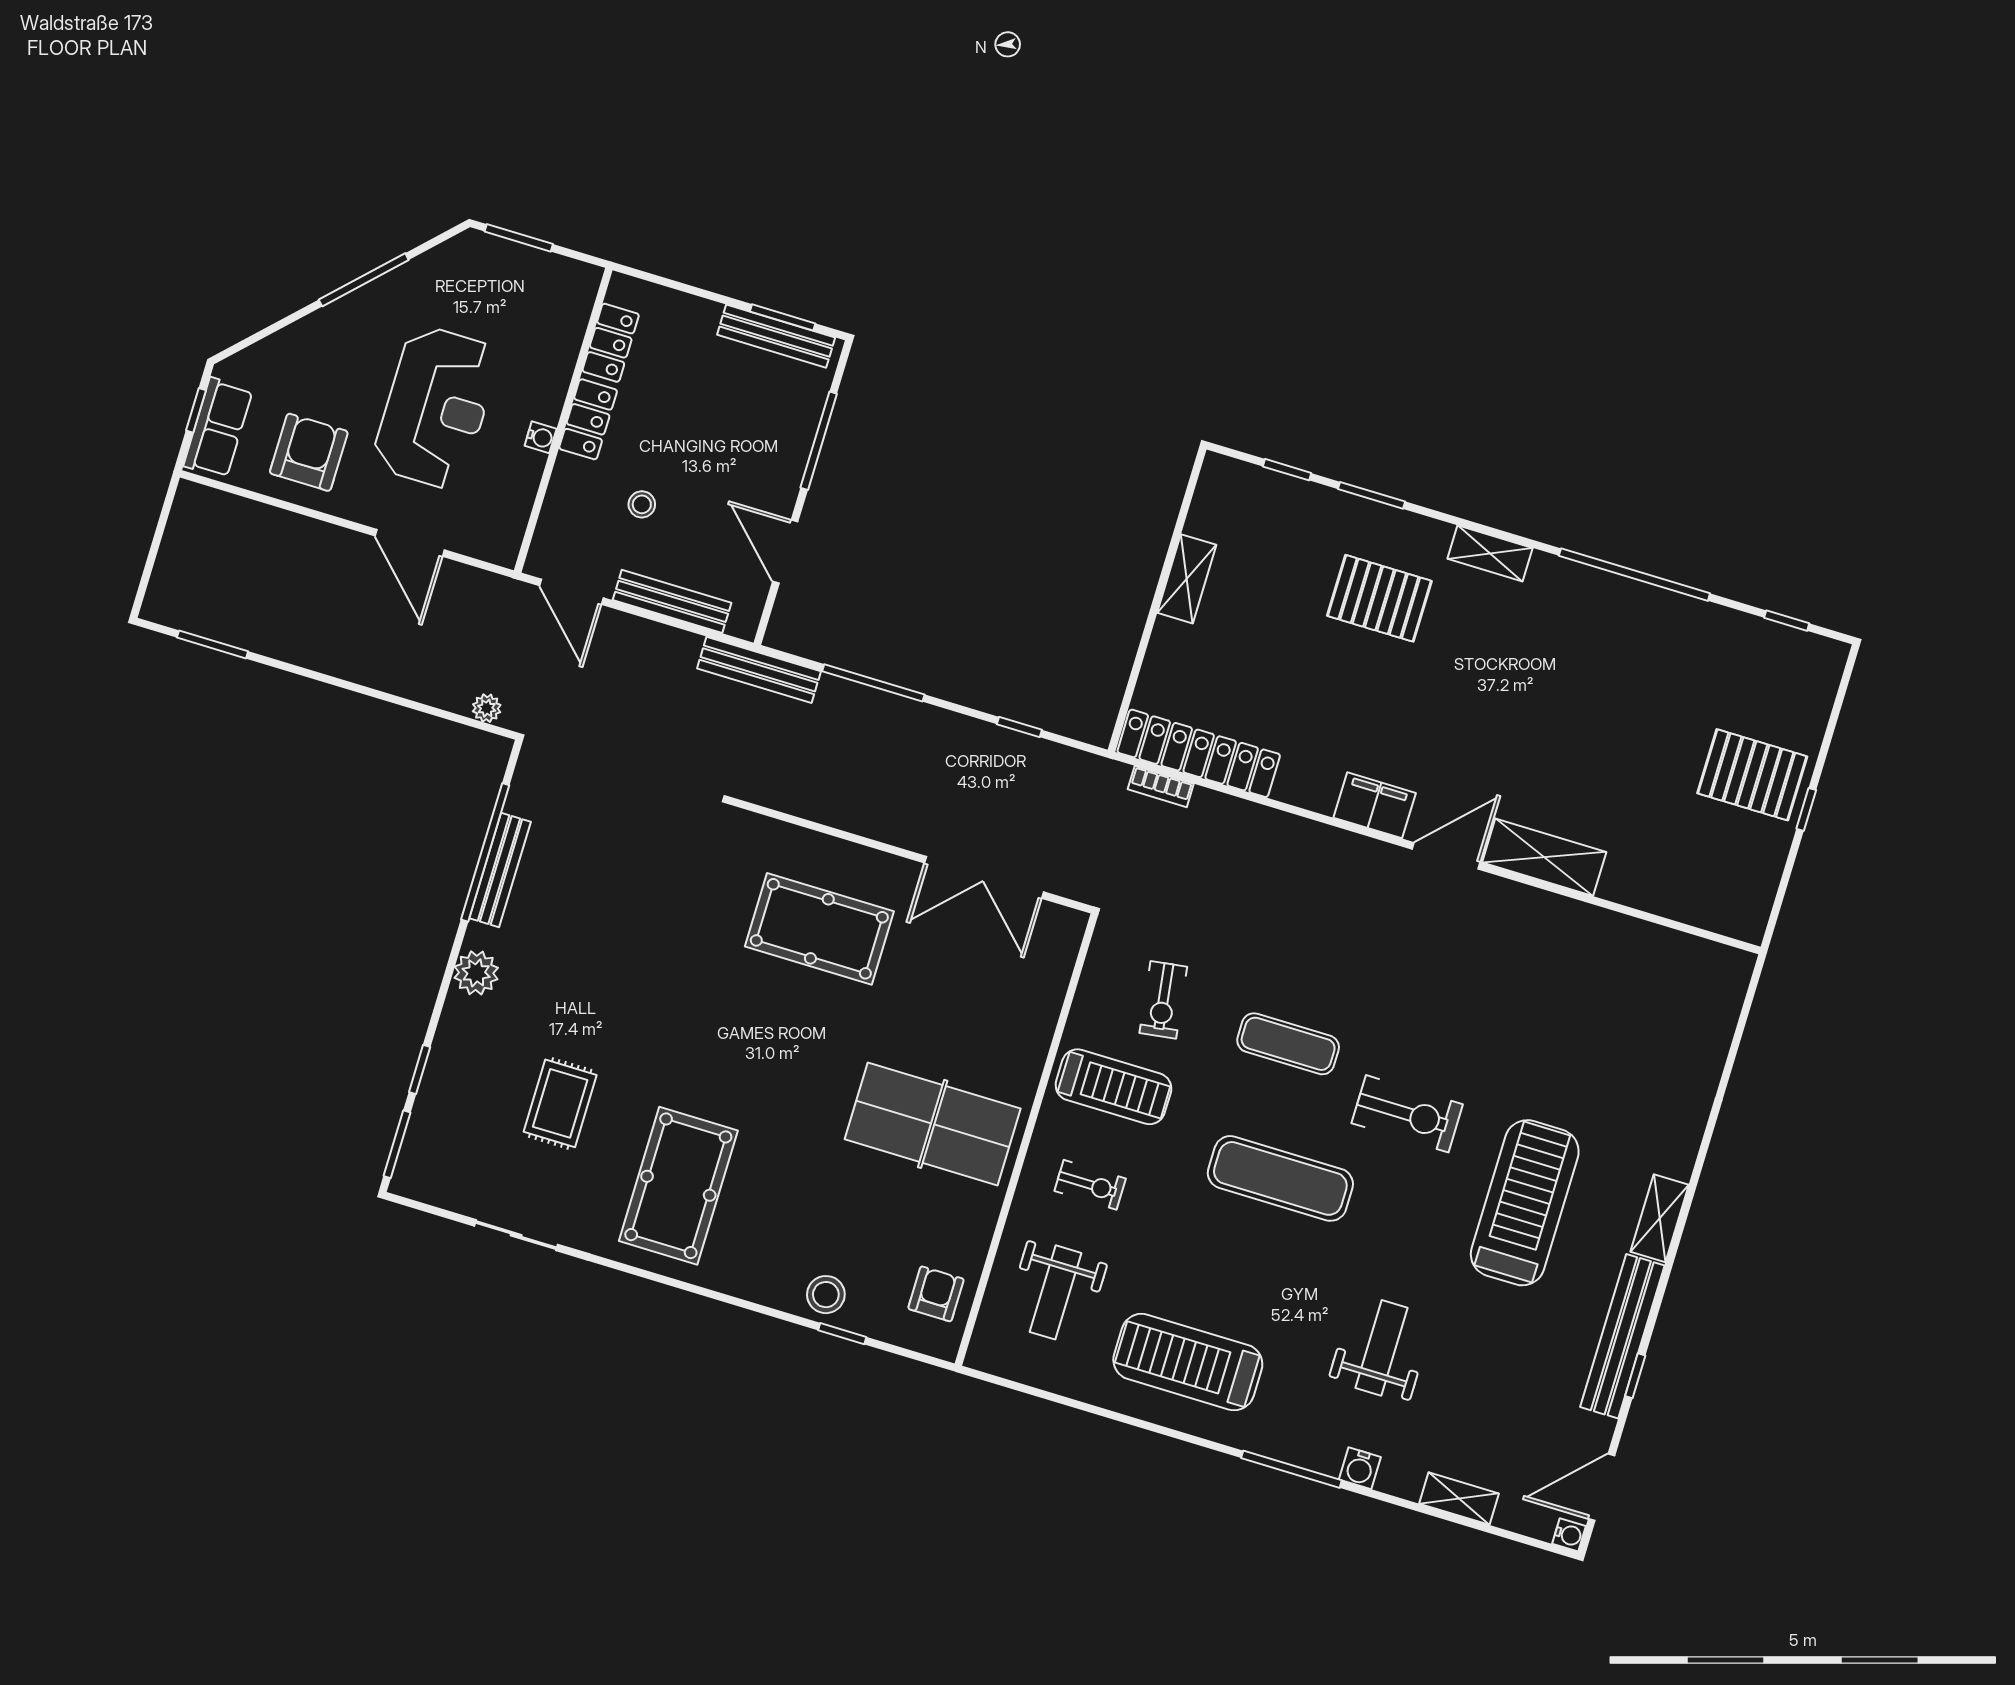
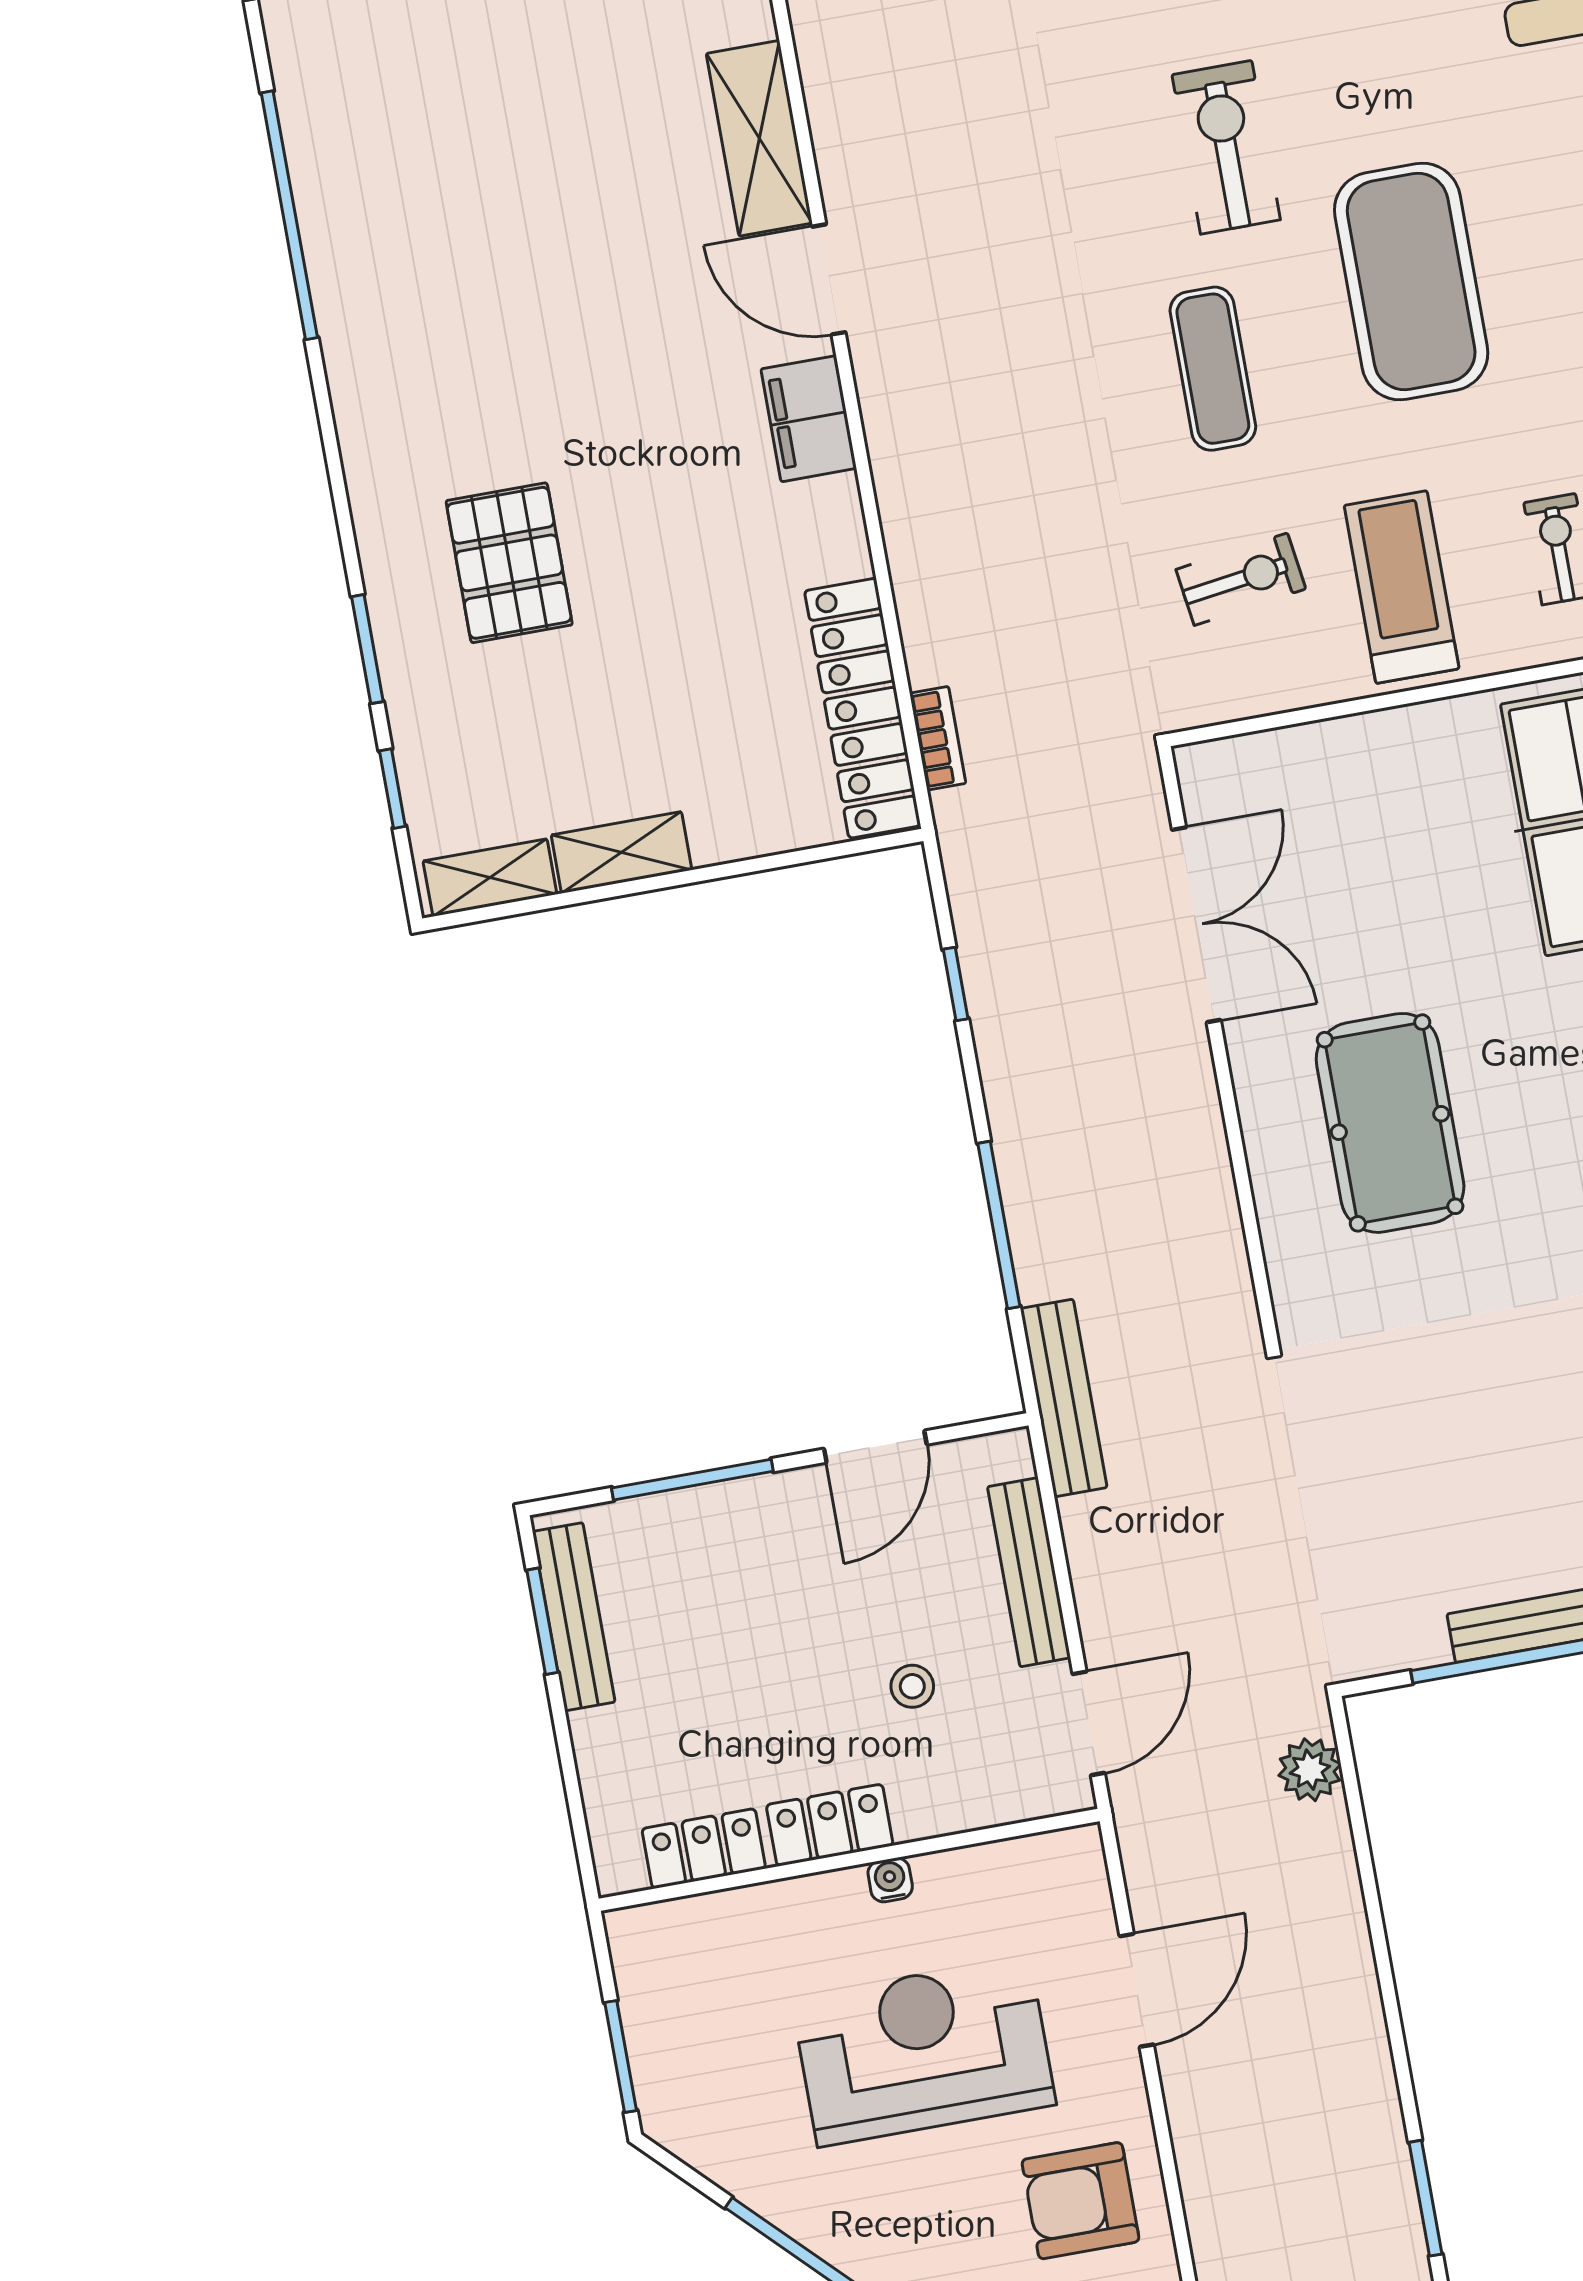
shelving: (1490, 553) -> (490, 878), moved, turned 90
plant: (487, 708) -> (1310, 1770), width x1.38, depth x1.38
exercise mat: (1280, 1178) -> (1411, 282), width x1.47

